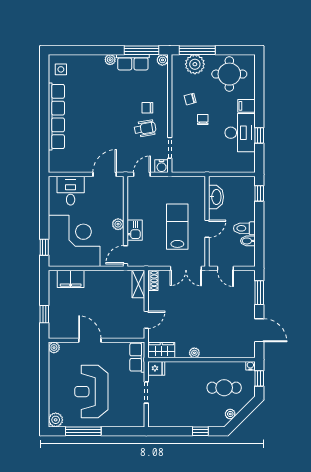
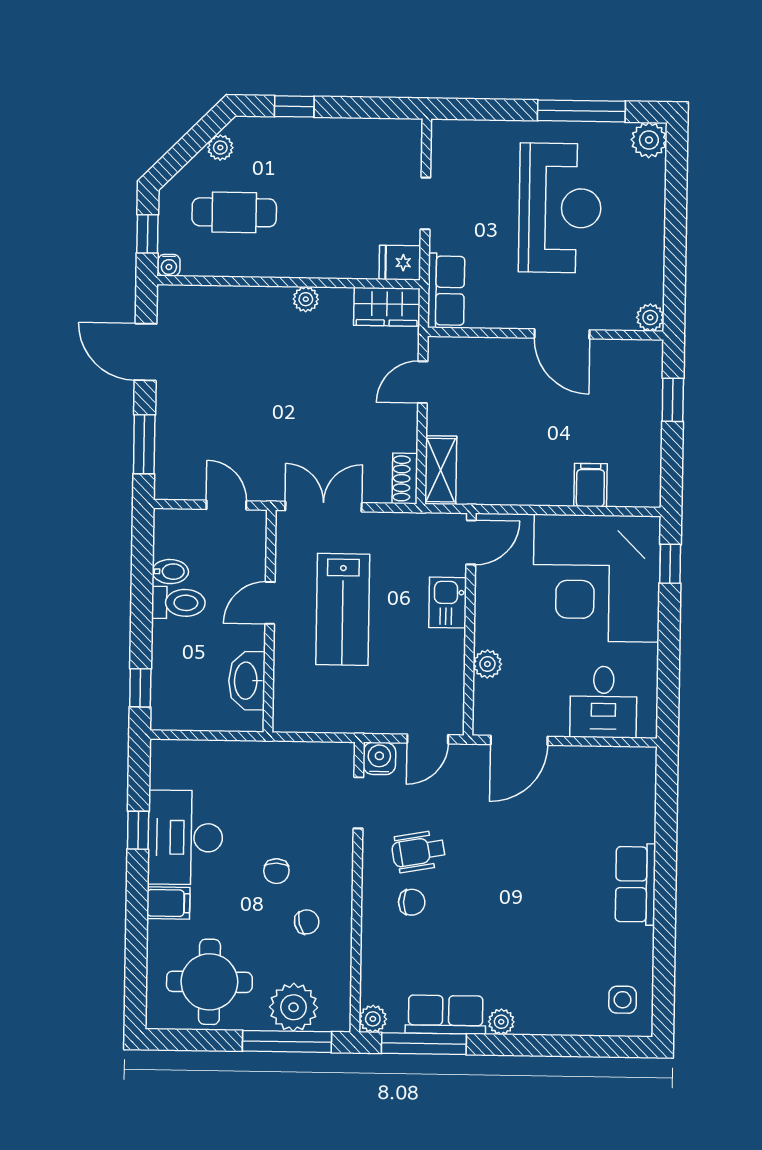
row of seats: (56, 117) -> (635, 884), width x0.50
plant: (118, 224) -> (487, 664), moved
filing cabinet: (71, 279) -> (590, 485), width x0.50

